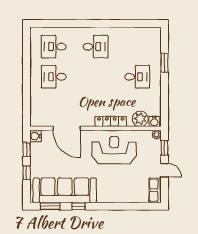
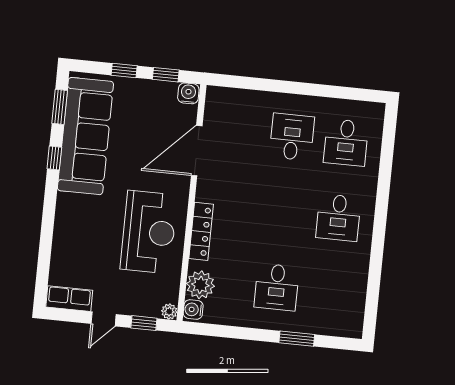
desk: (54, 47) -> (346, 142), turned 180

